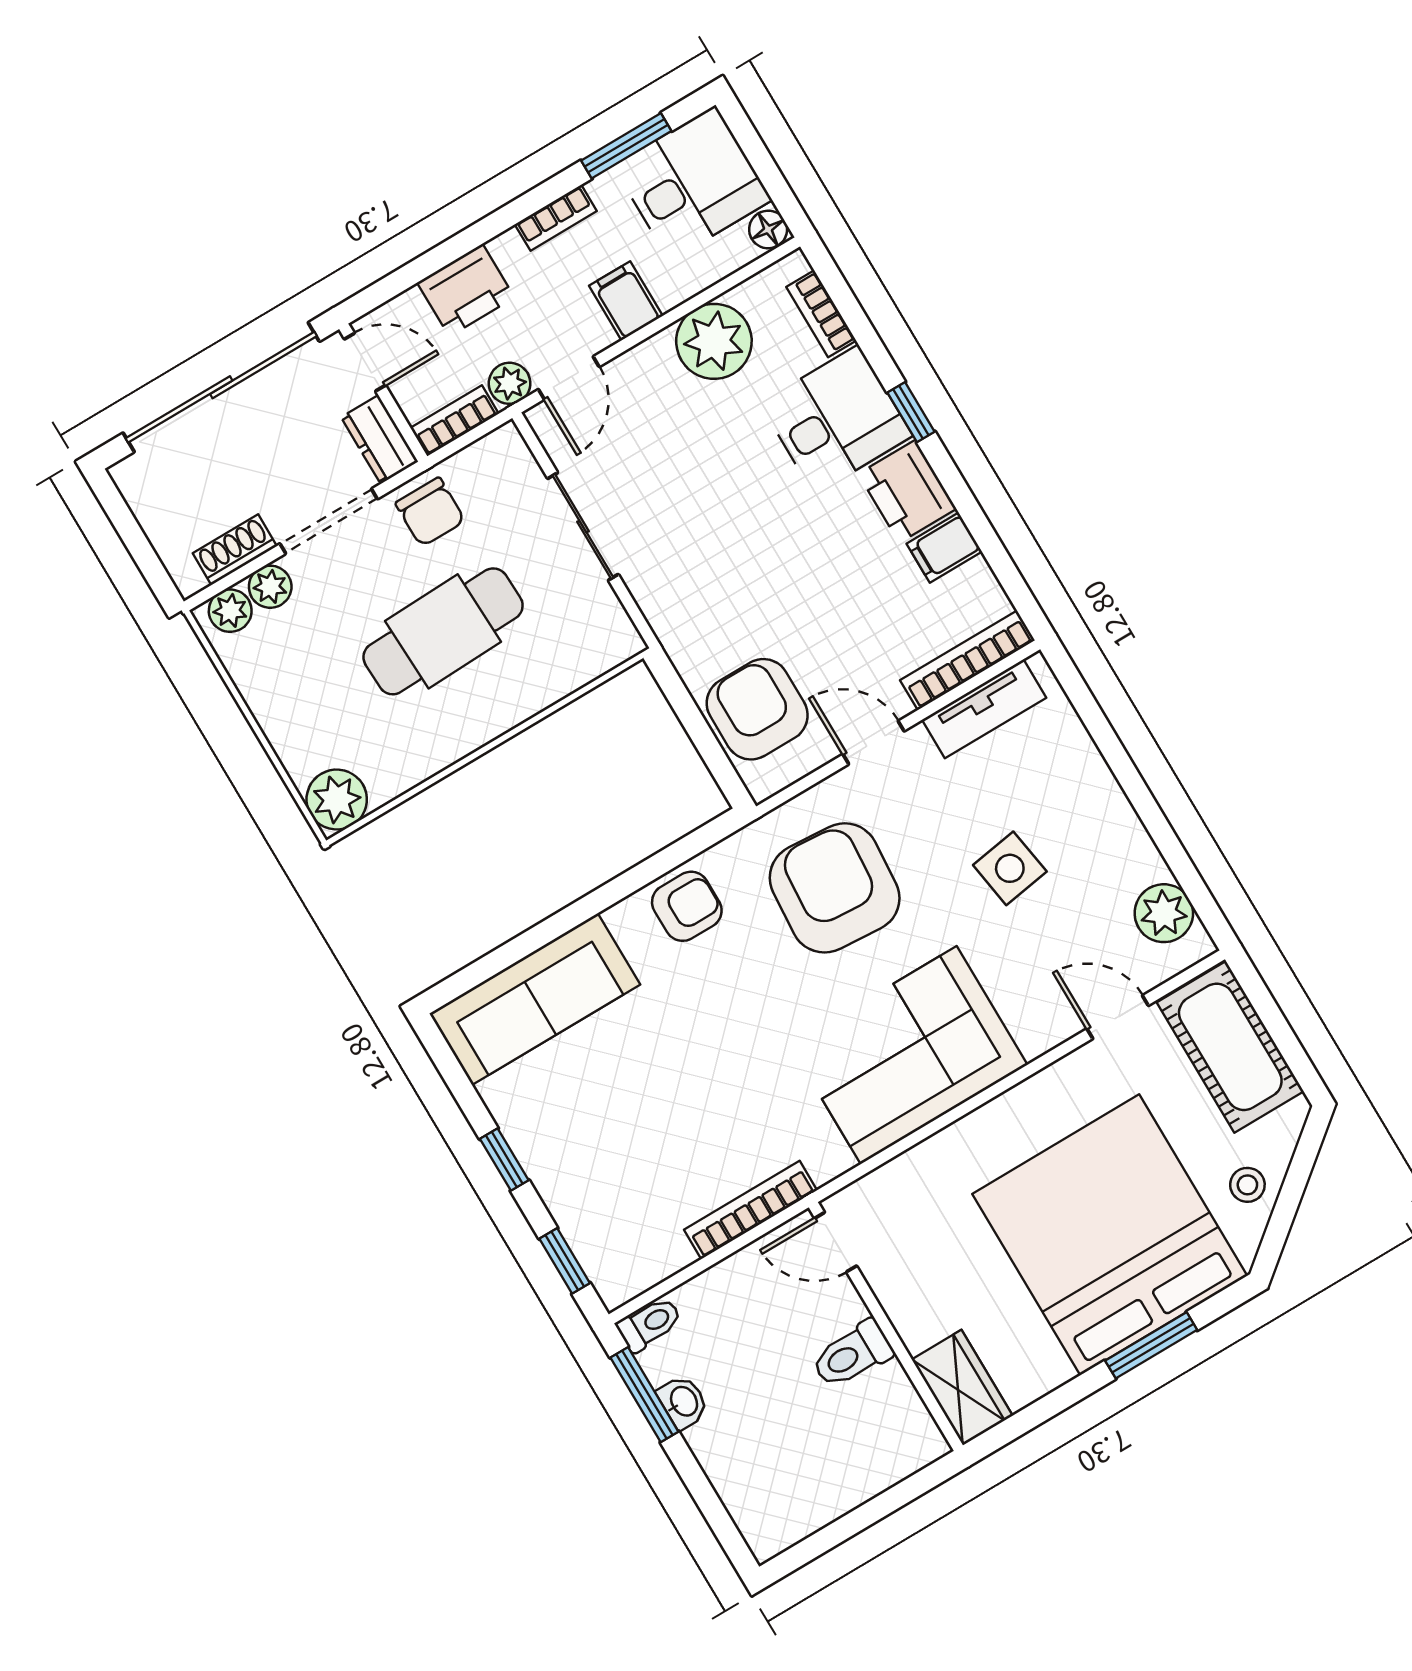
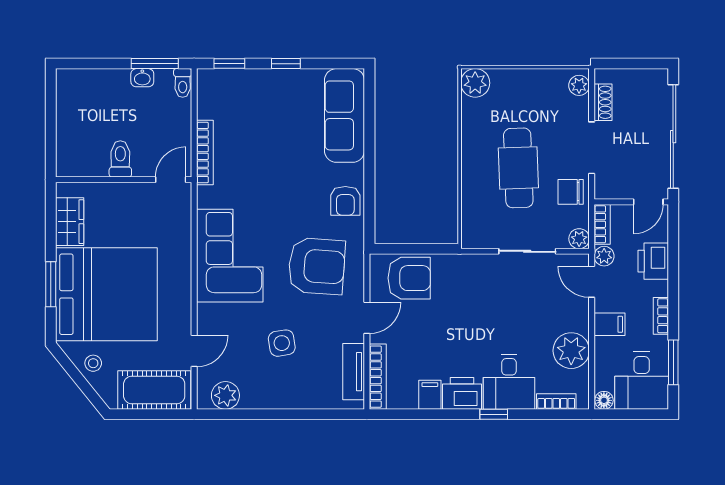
dresser: (380, 439) -> (613, 189), removed
plant: (270, 587) -> (579, 239), moved
wardrobe: (962, 1388) -> (70, 222), moved, turned -90

